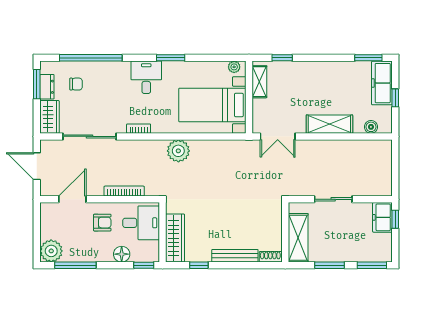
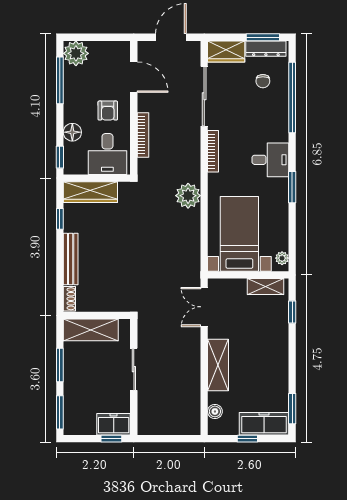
dresser: (47, 87) -> (266, 49), width x1.44
bookcase: (139, 129) -> (213, 151), width x1.56

